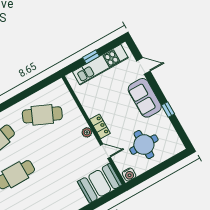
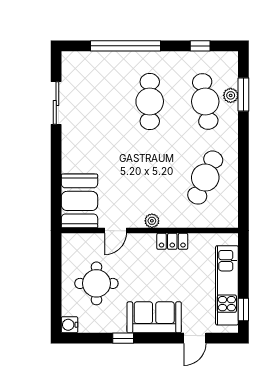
window: (91, 57) -> (243, 310), moved
locker: (100, 126) -> (172, 241), moved
water cooler: (129, 175) -> (70, 325), moved

